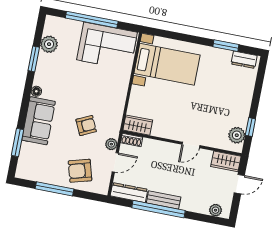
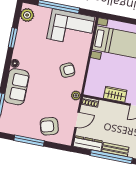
plant: (49, 44) -> (27, 15), moved
wardrobe: (138, 125) -> (115, 94), moved
armchair: (86, 126) -> (67, 70), moved
plant: (111, 144) -> (76, 95), moved

